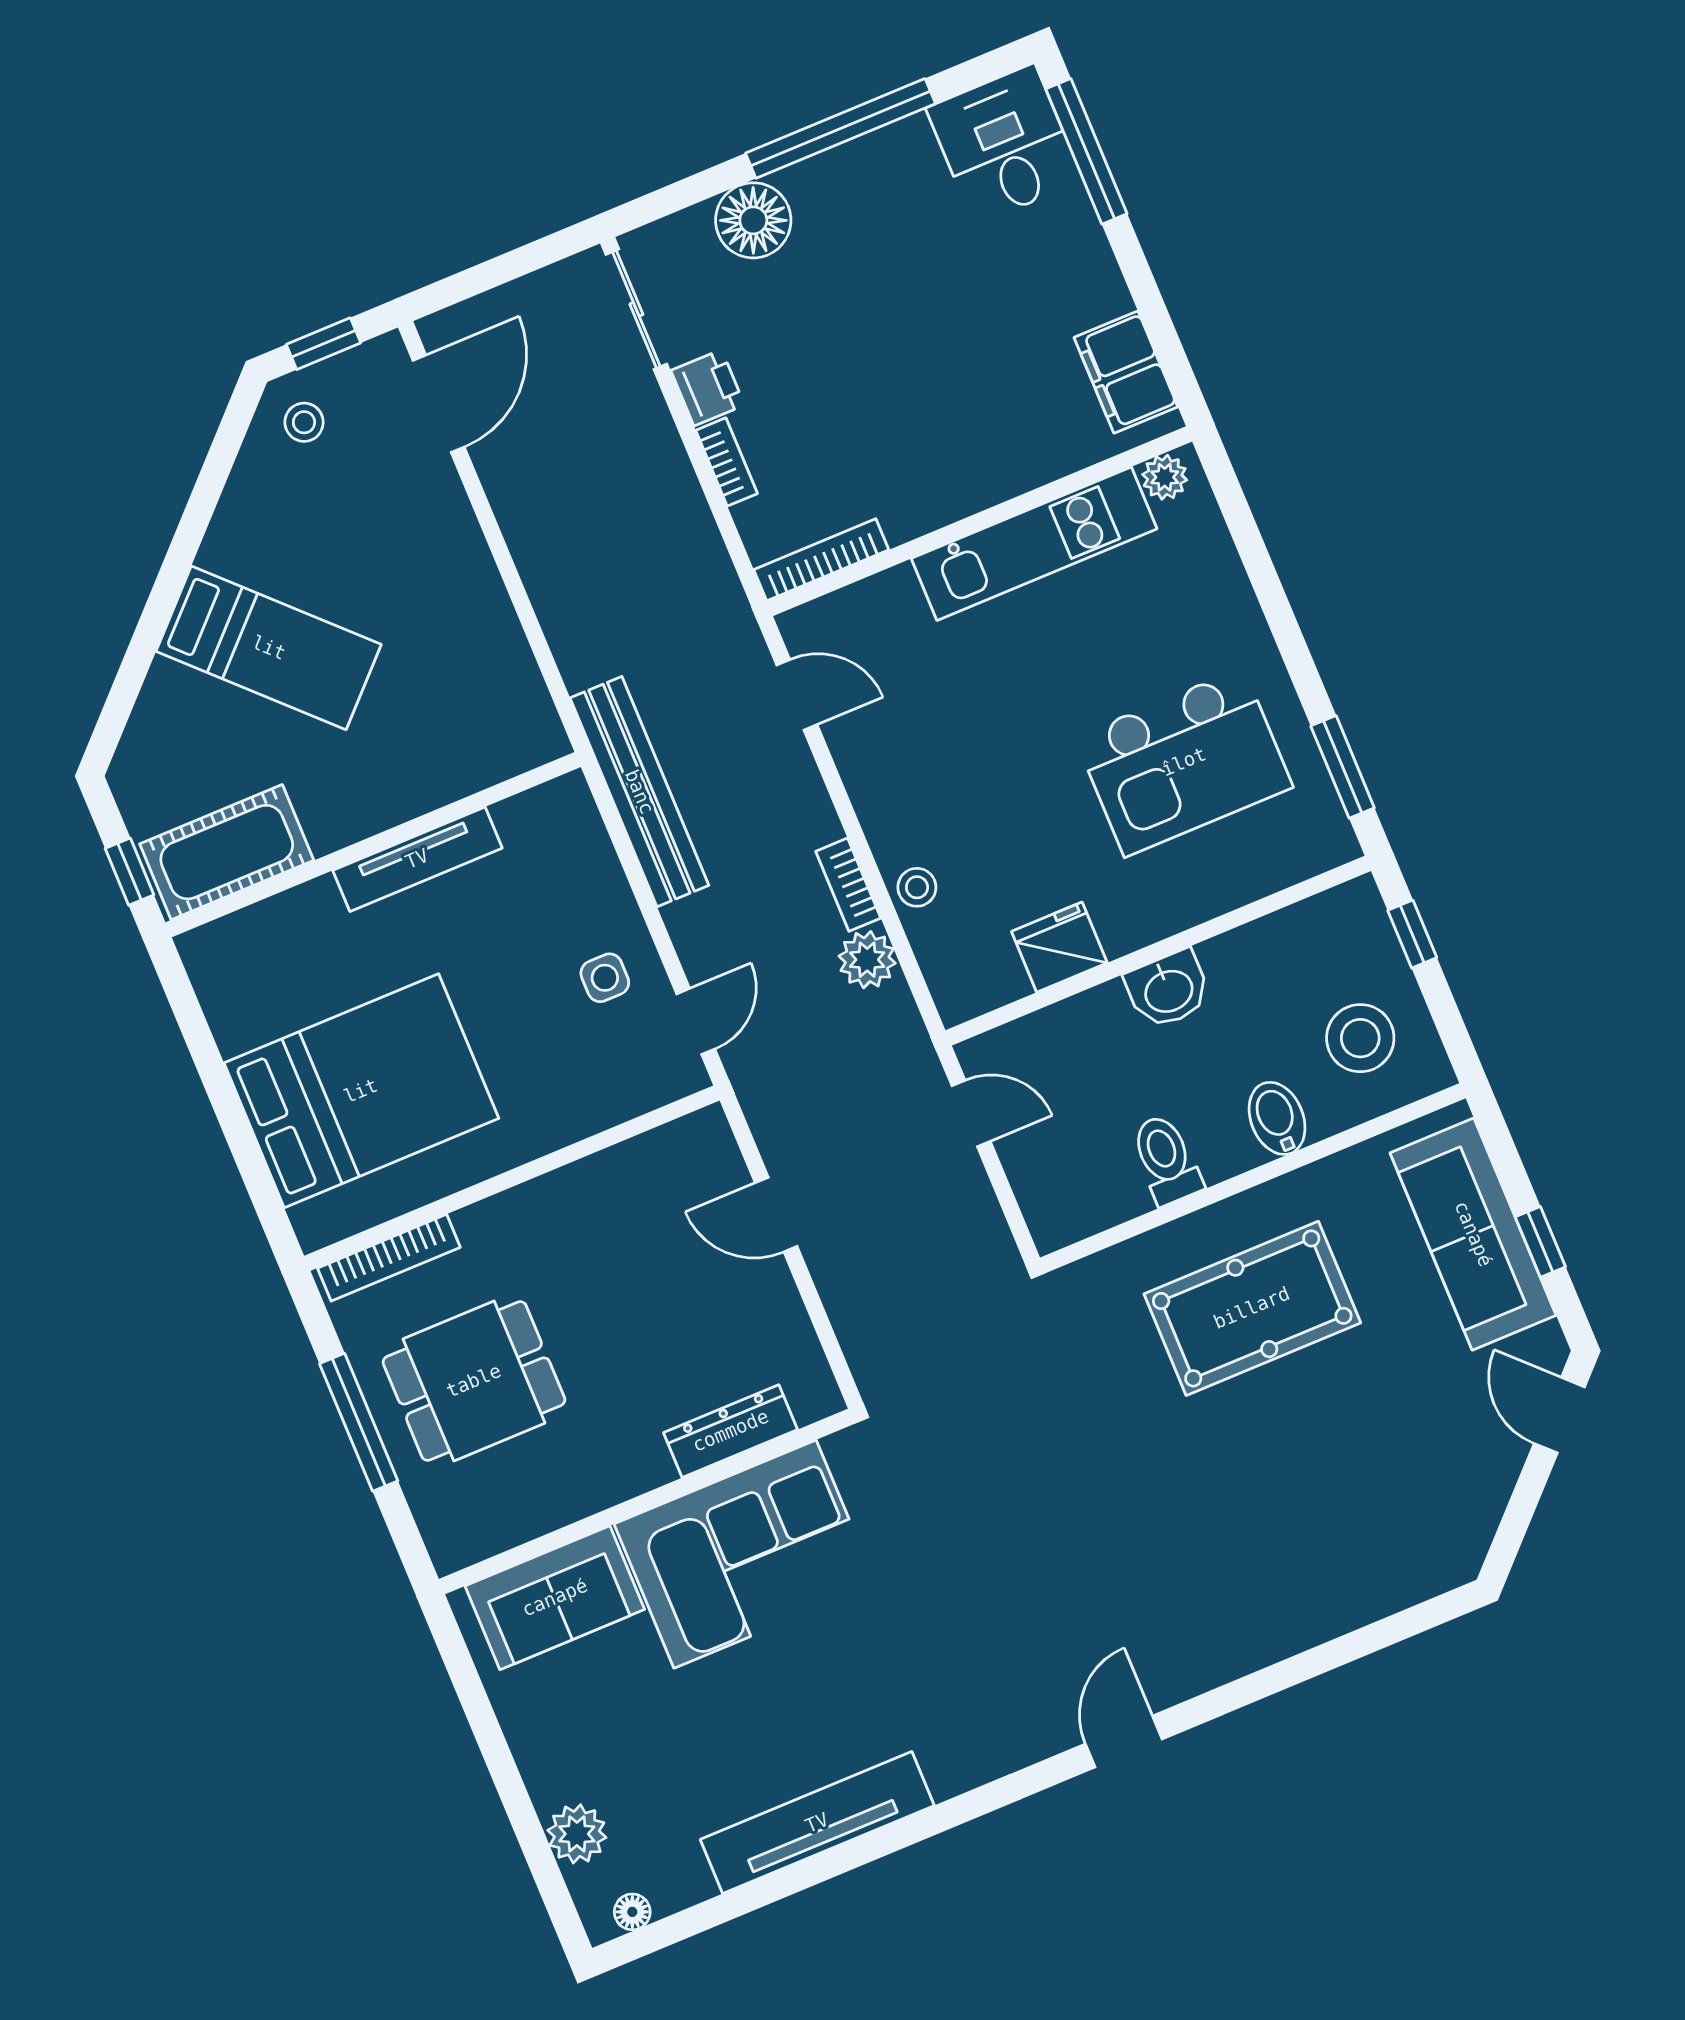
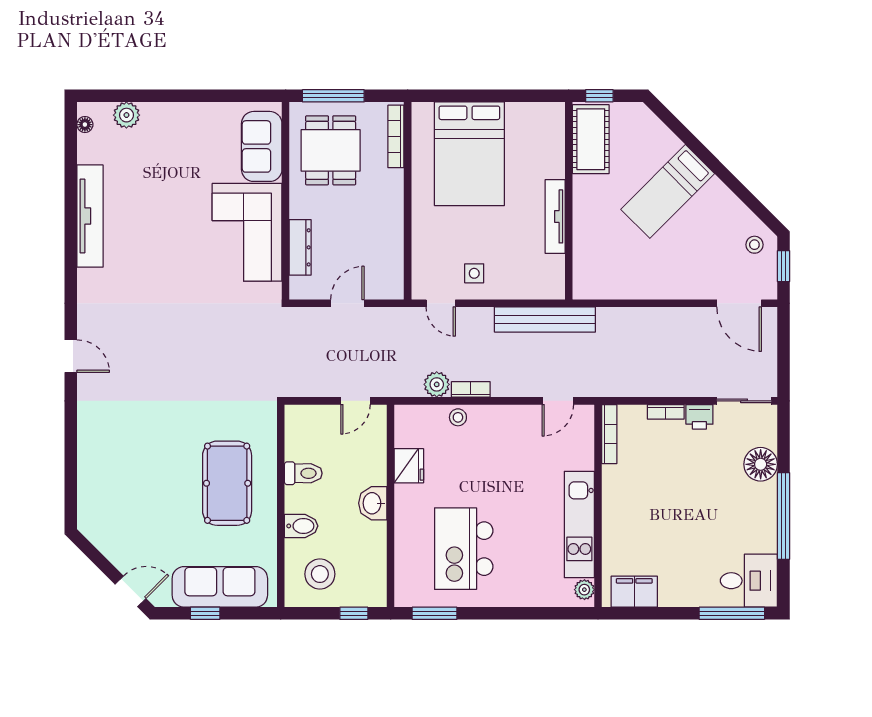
dresser: (731, 1431) -> (300, 247), moved
wall: (647, 1501) -> (286, 201), moved
corner sofa: (745, 1554) -> (247, 232), moved
sofa: (555, 1598) -> (262, 146), moved

